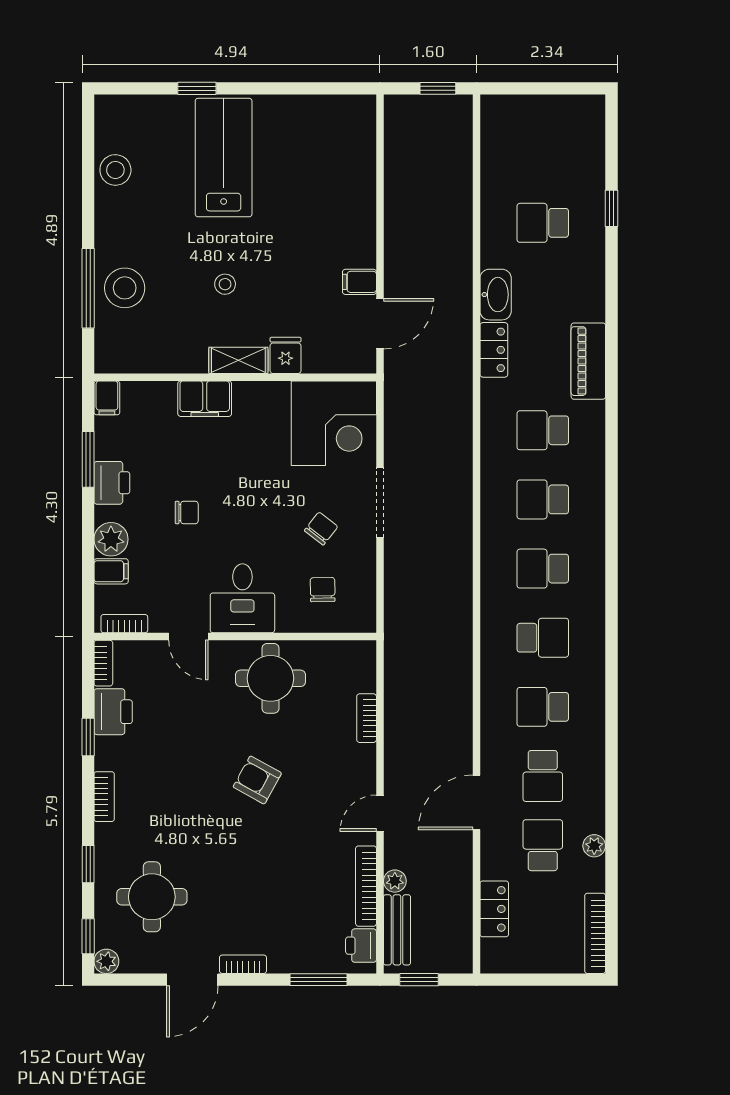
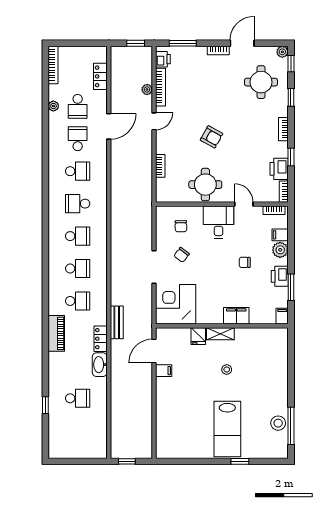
window: (88, 288) -> (291, 426), moved
stool: (125, 288) -> (274, 368), removed
bench: (397, 930) -> (117, 322), moved

